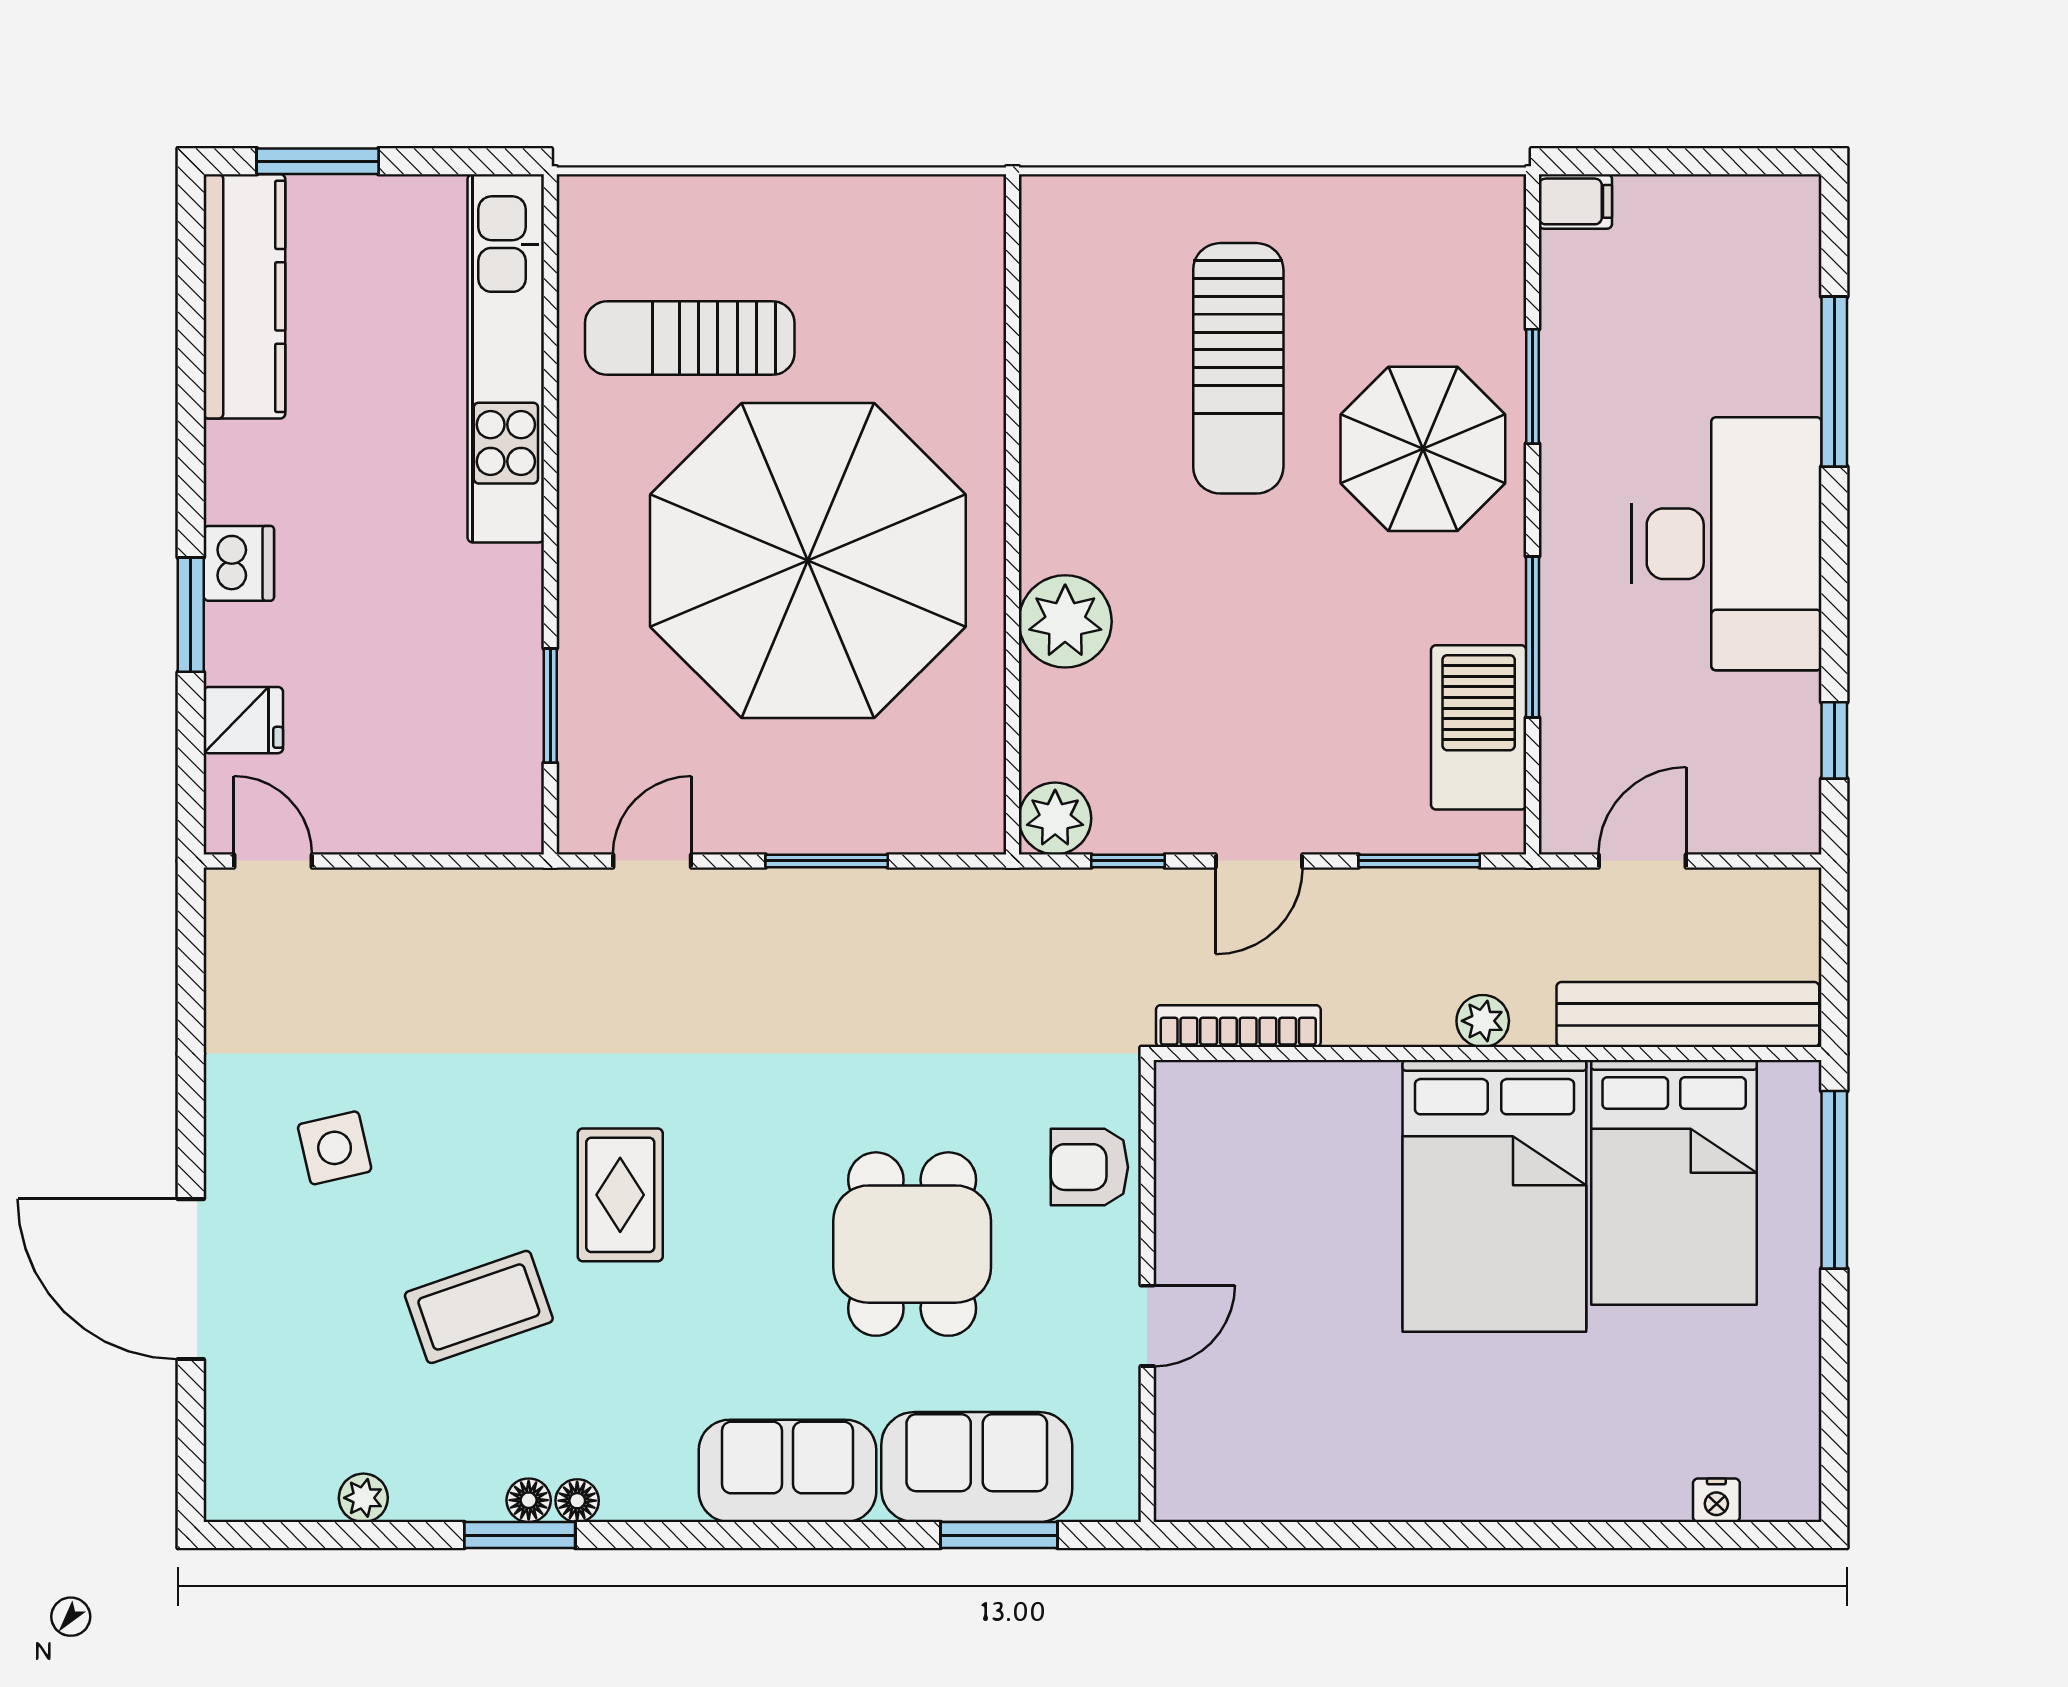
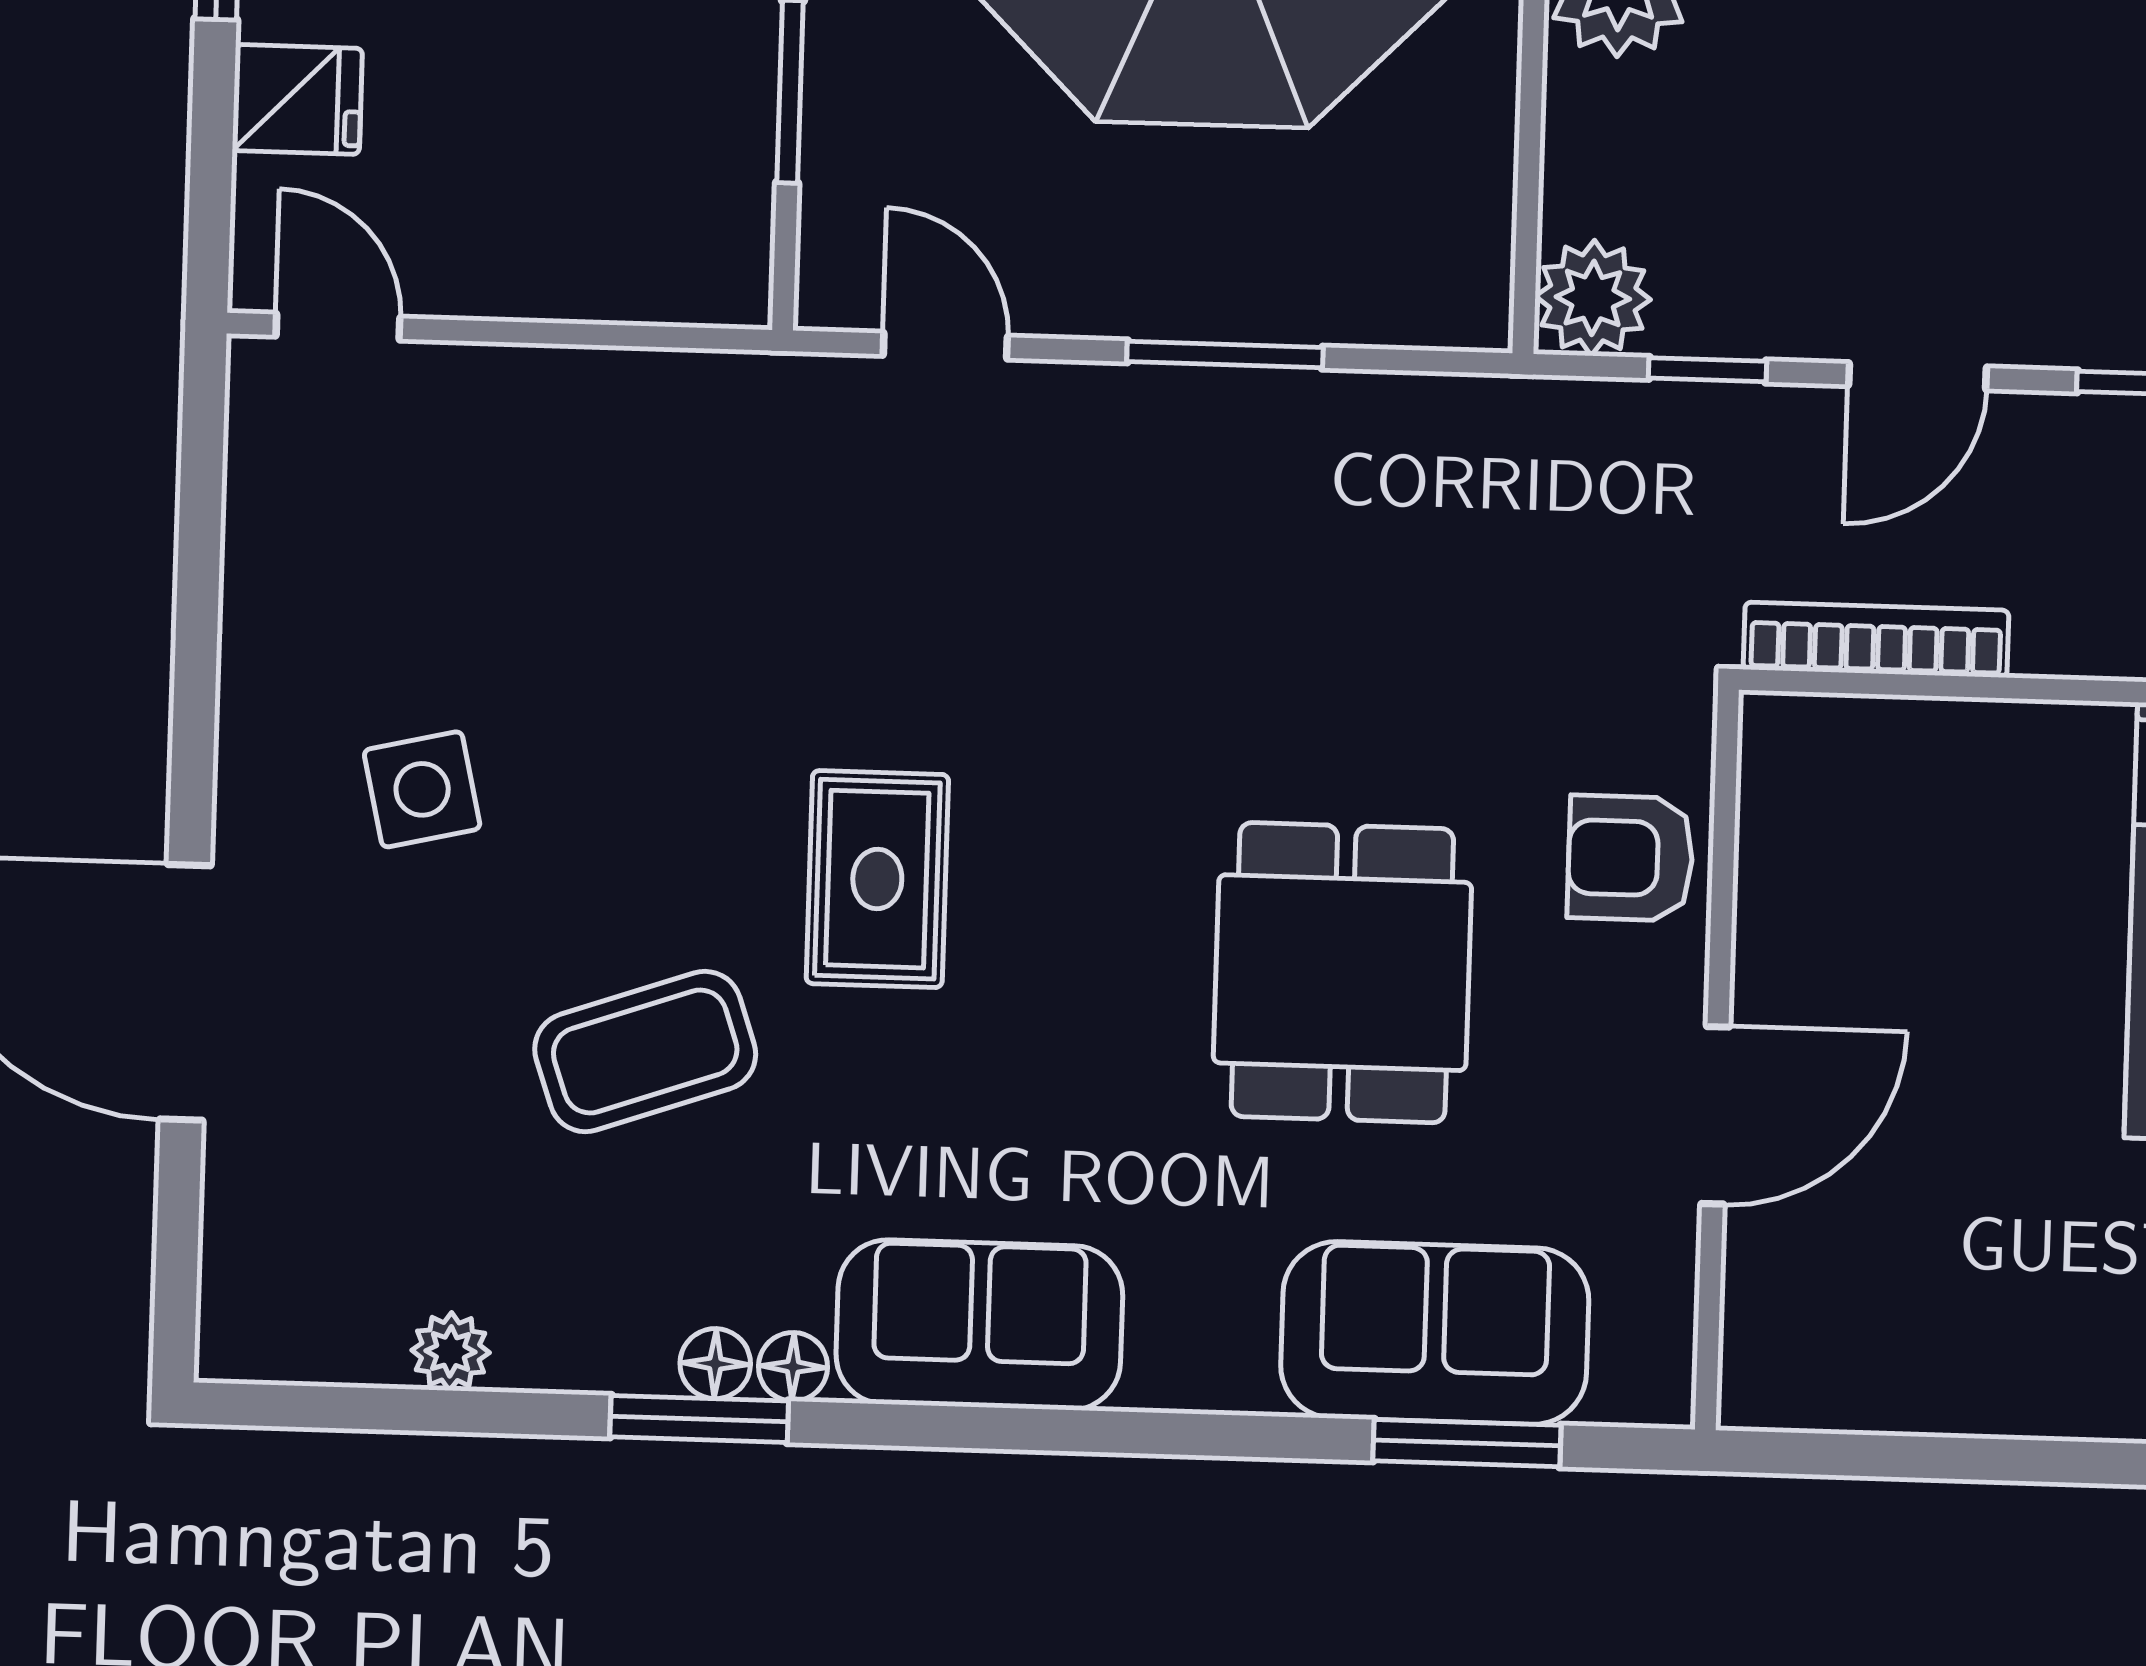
door: (652, 861) -> (945, 346), hinge flipped
door: (1147, 1326) -> (1715, 1115), width x1.38
sofa: (787, 1471) -> (979, 1325), moved

